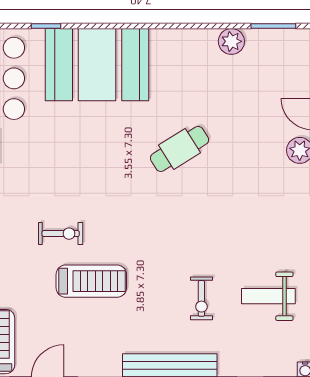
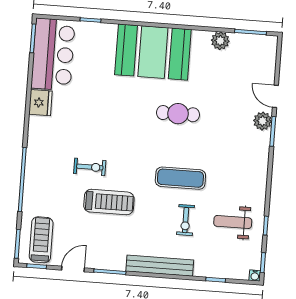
booth: (97, 65) -> (153, 52), moved
cafe table: (179, 149) -> (178, 114), turned 32
exercise mat: (190, 240) -> (180, 178), added

